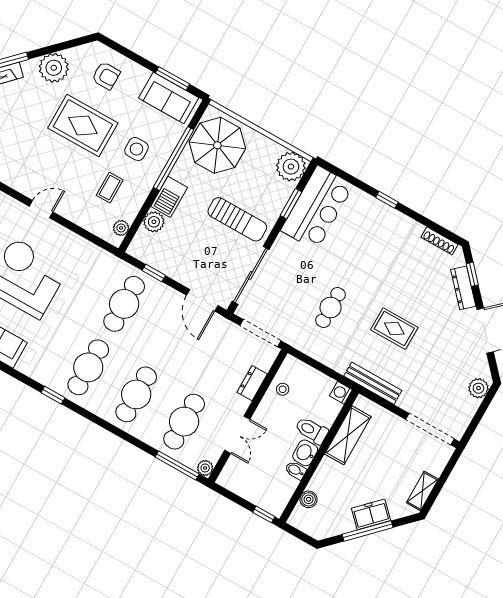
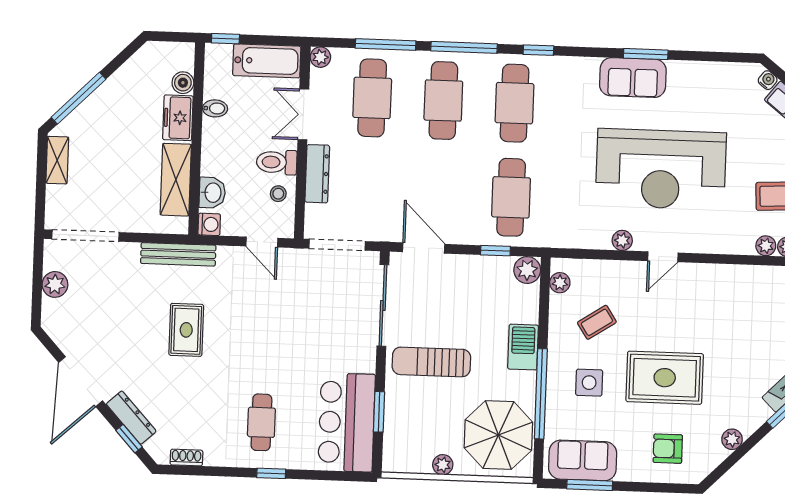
plant: (54, 68) -> (732, 439), width x0.53, depth x0.53
plant: (291, 167) -> (443, 465), moved, width x0.53, depth x0.53
coffee table: (110, 188) -> (597, 322), turned 57
plant: (154, 222) -> (527, 270), moved
plant: (63, 235) -> (622, 240), added
shoe rack: (439, 241) -> (186, 458), width x0.70
cafe table: (331, 307) -> (261, 422), moved
rug: (394, 329) -> (186, 330), turned 90
door: (311, 362) -> (262, 242), added
dresser: (252, 383) -> (317, 174), width x1.44
plant: (478, 388) -> (55, 284), moved
window: (103, 424) -> (464, 47), added
toilet: (312, 430) -> (277, 162), moved, turned 180
washbasin: (305, 453) -> (212, 193), moved
window: (177, 466) -> (386, 45), moved
bathtub: (243, 484) -> (267, 61), added
freezer: (371, 514) -> (178, 118), moved, turned 135
window: (368, 531) -> (78, 98), moved

